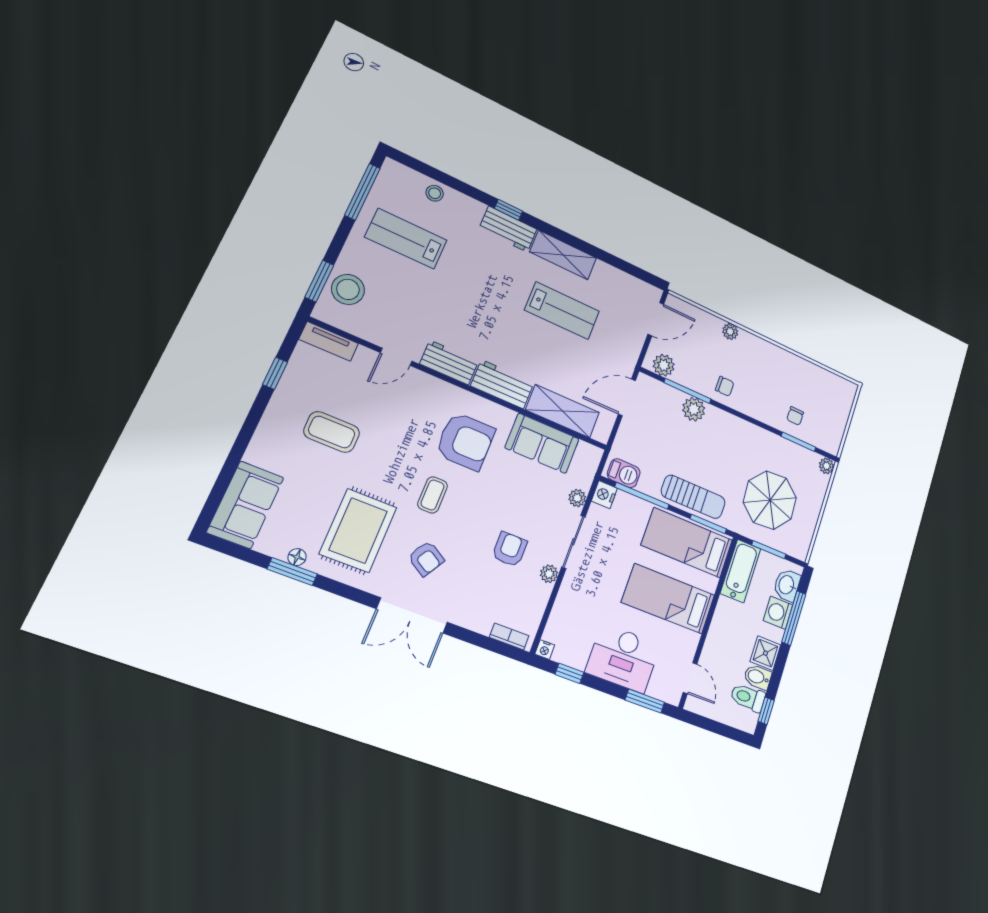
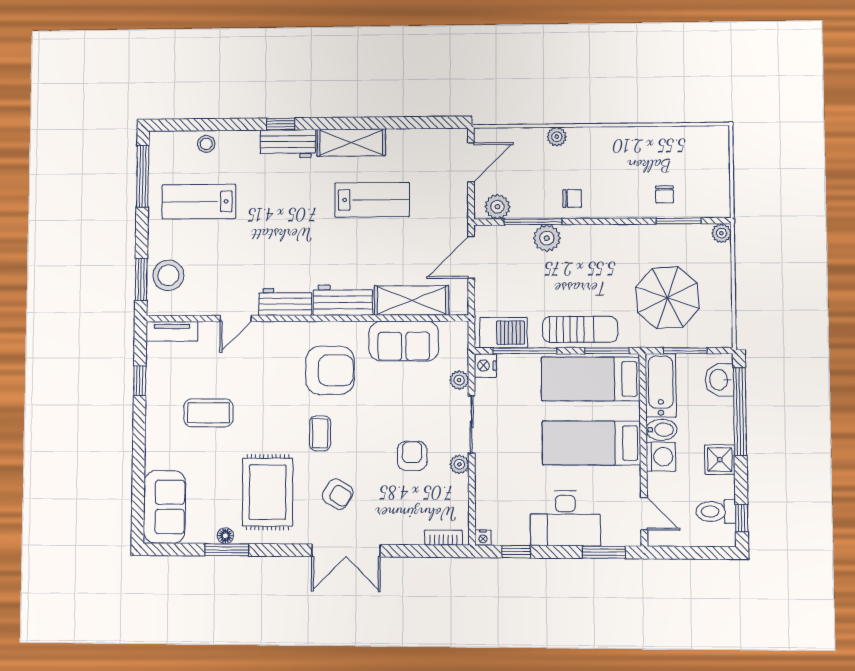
barbecue: (624, 473) -> (503, 333), width x1.38, depth x1.27
washing machine: (778, 613) -> (661, 457), moved, turned 180
window: (794, 618) -> (740, 412), width x1.46
bidet: (758, 677) -> (661, 430), moved, turned 180

